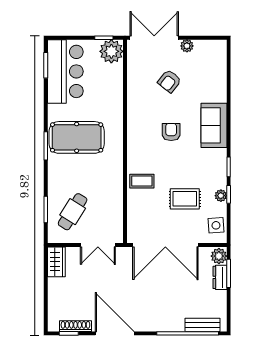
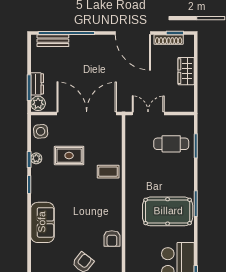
armchair: (171, 132) -> (112, 239), moved
cafe table: (73, 212) -> (171, 144), turned 58
wardrobe: (56, 262) -> (186, 71), moved

